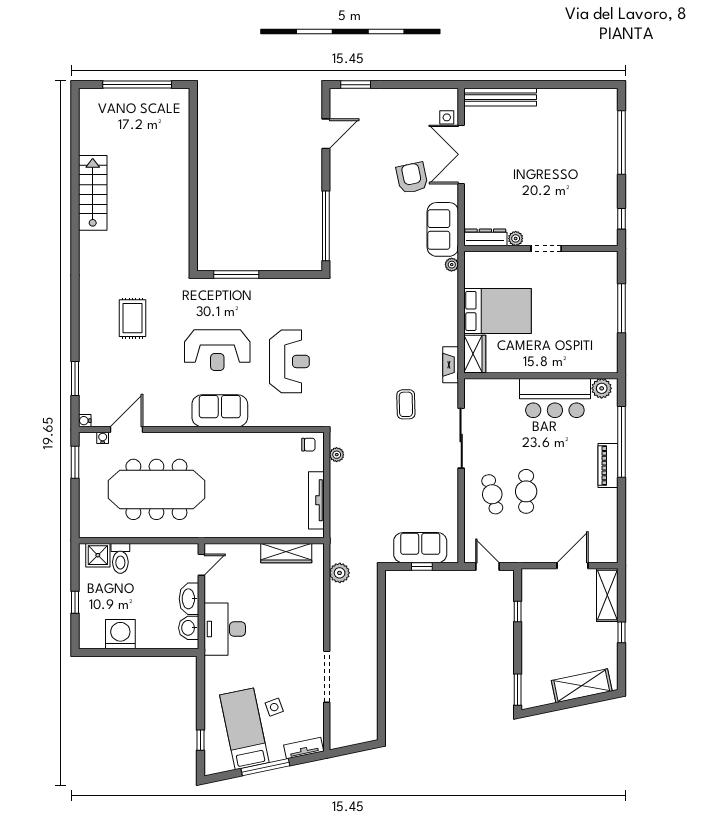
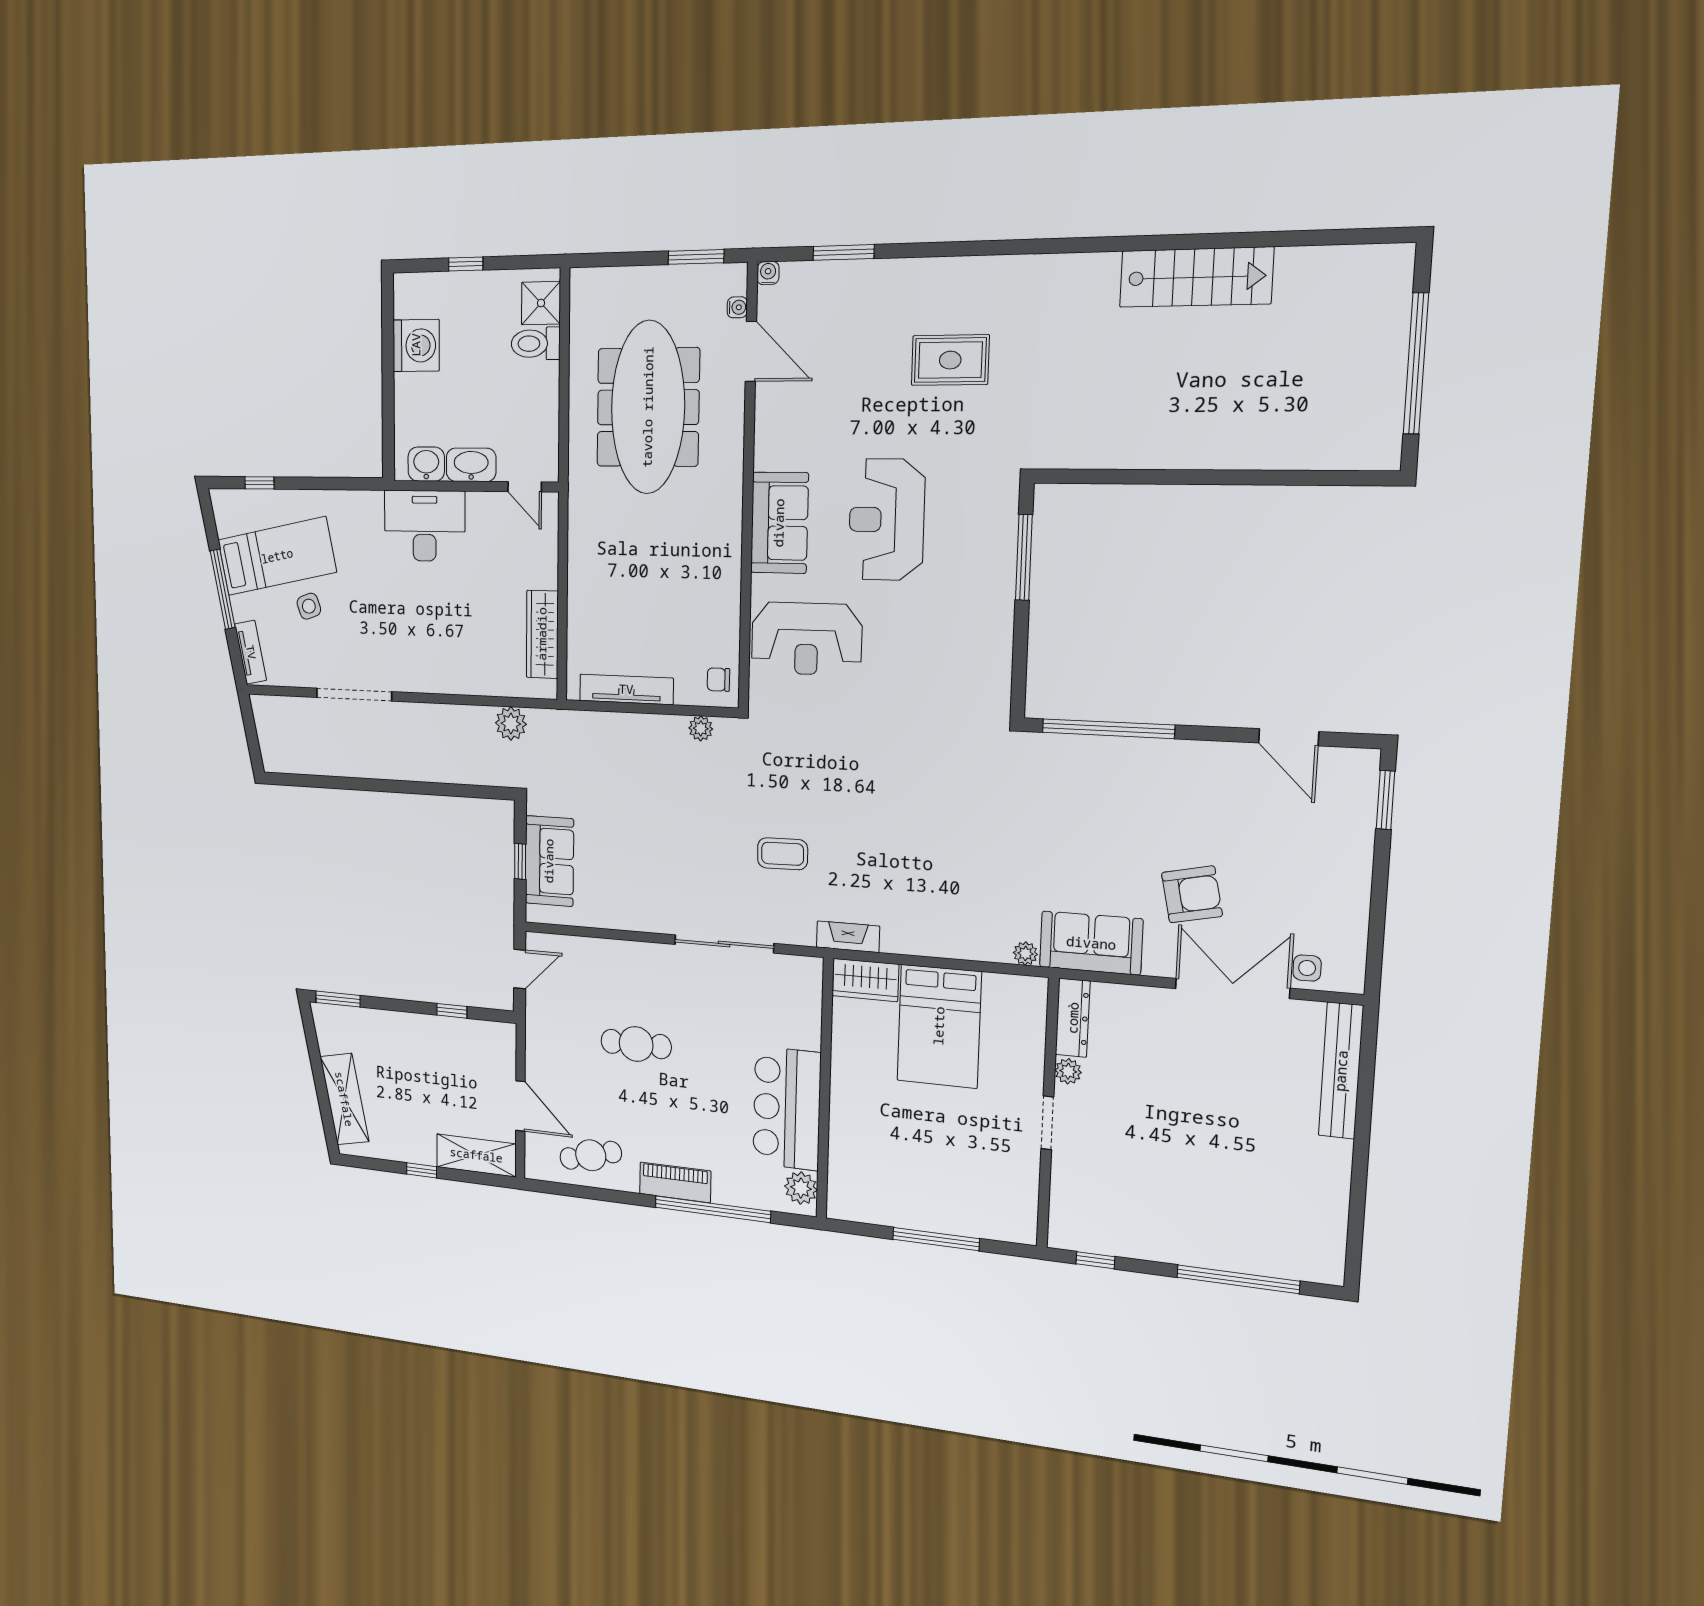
reception desk: (289, 361) -> (806, 639), moved
chair: (308, 445) -> (718, 680), turned 90
cafe table: (492, 494) -> (591, 1155), moved

